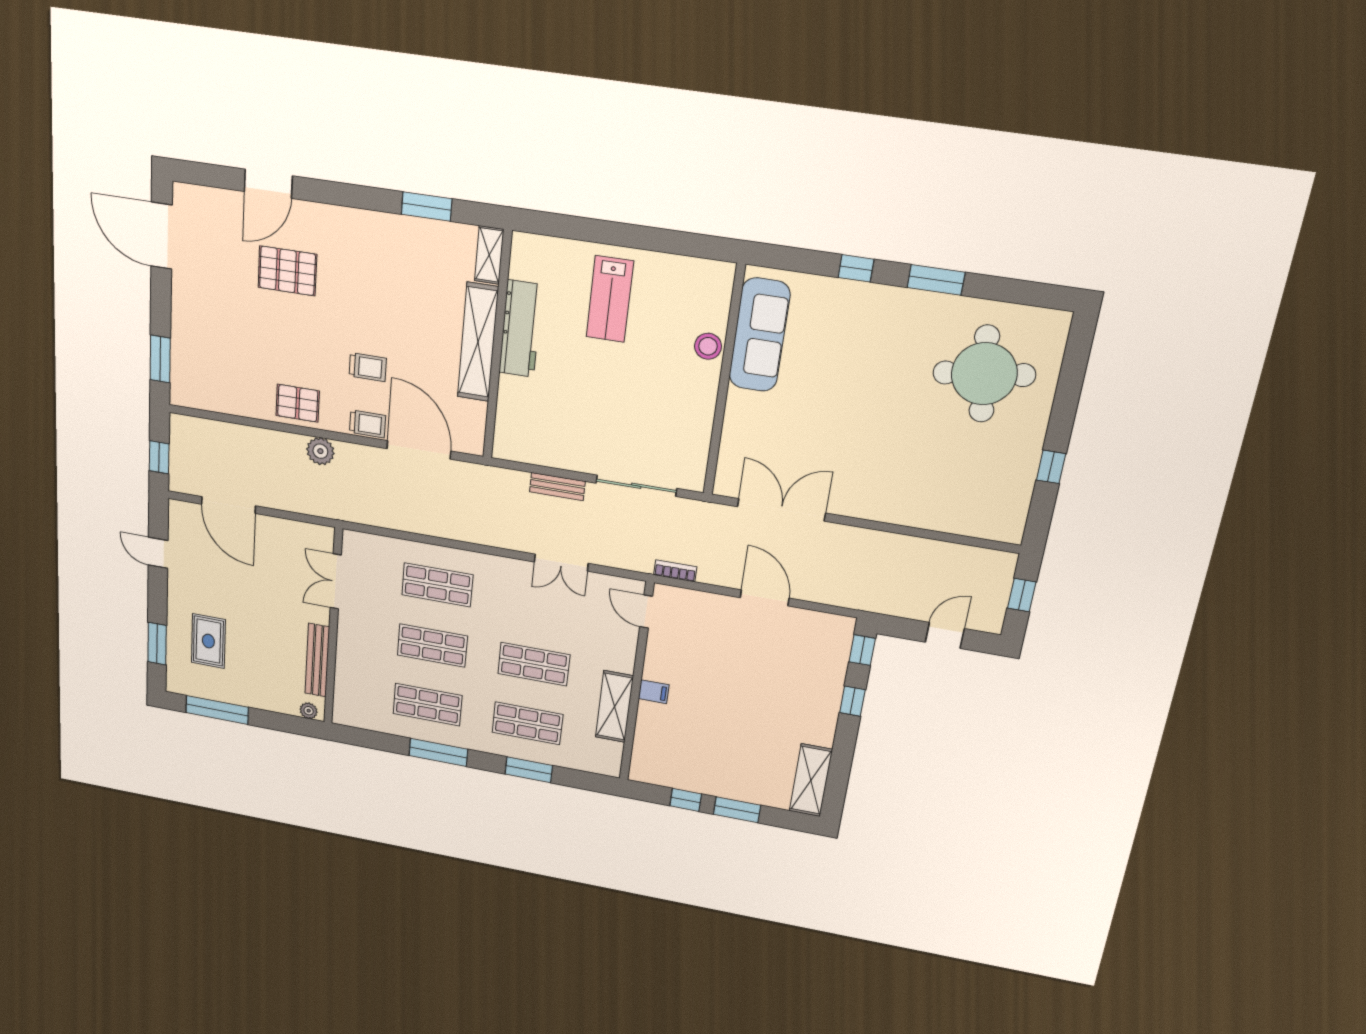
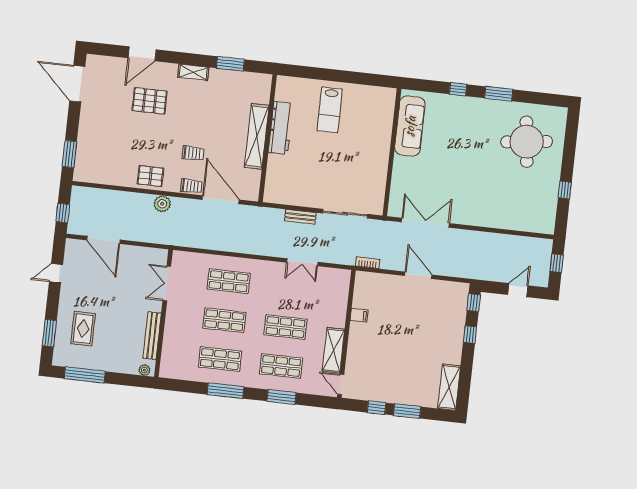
shelving: (489, 255) -> (193, 72), moved, turned 90
stool: (708, 346) -> (383, 133), removed
door: (158, 553) -> (56, 273), hinge flipped
door: (646, 612) -> (341, 384), moved
filing cabinet: (654, 692) -> (359, 315), moved

